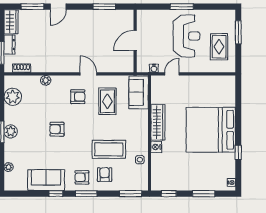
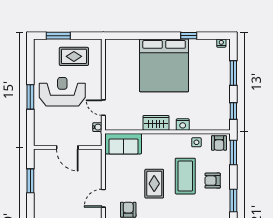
rug: (107, 101) -> (154, 184), moved, turned 90
wardrobe: (158, 122) -> (156, 123), width x0.67
armchair: (82, 177) -> (219, 143), moved

